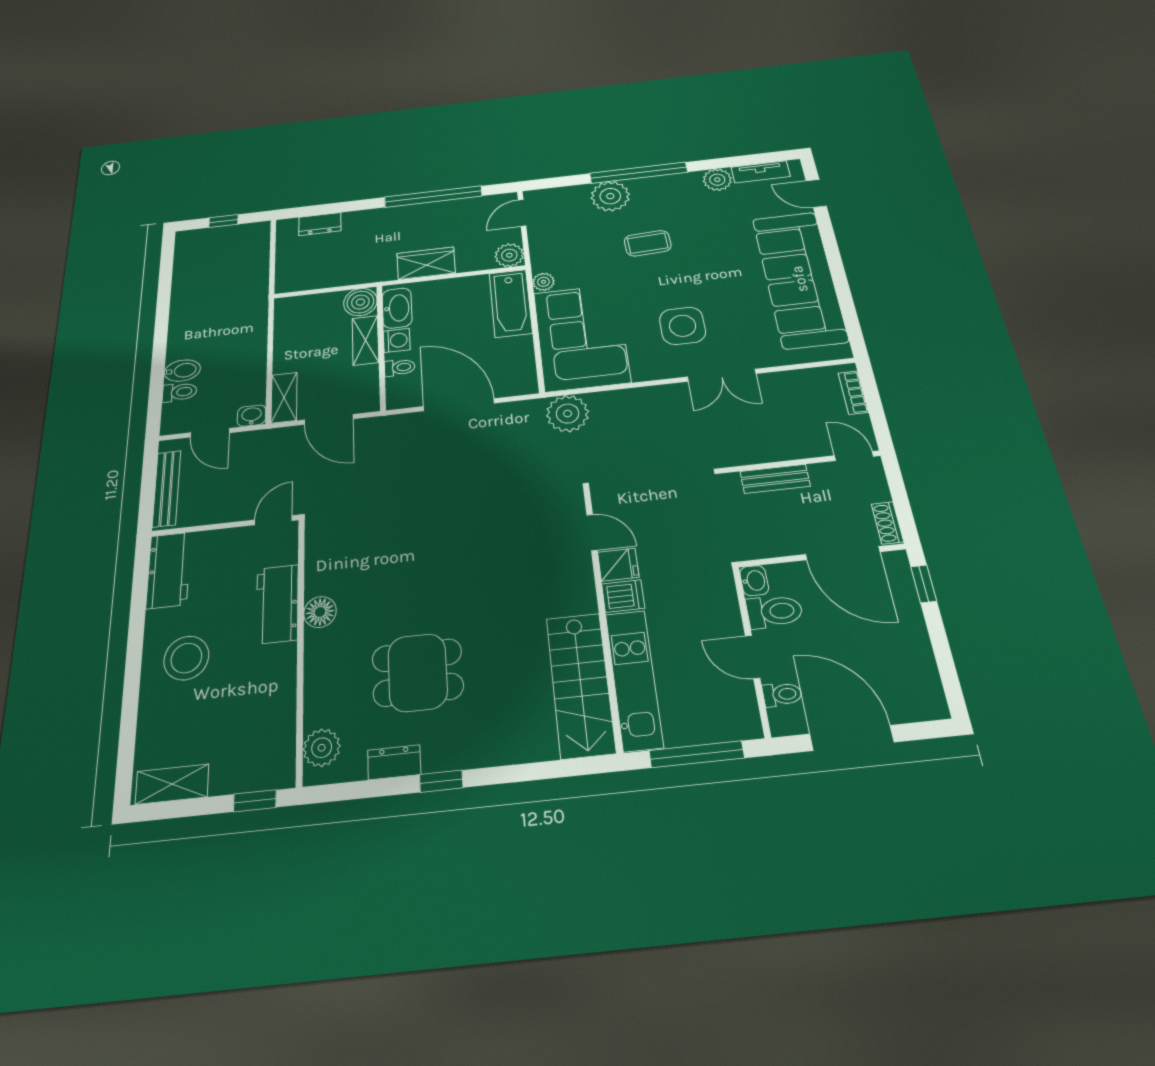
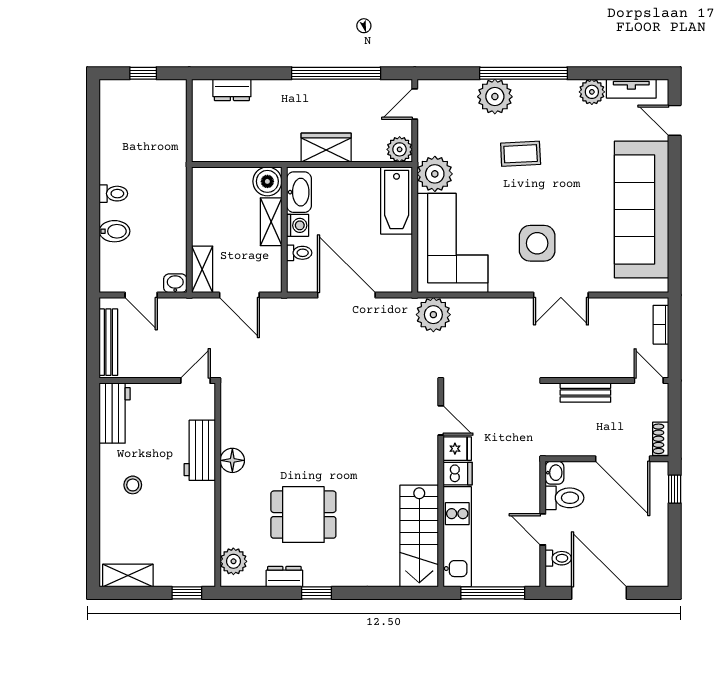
plant: (544, 282) -> (435, 174), width x1.88, depth x1.88
toilet: (179, 392) -> (113, 194), moved
stool: (186, 658) -> (133, 485), width x0.53, depth x0.53

